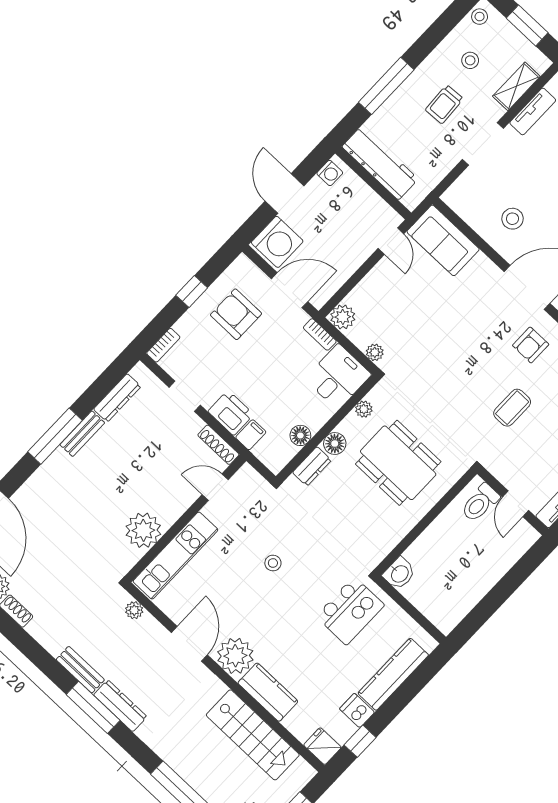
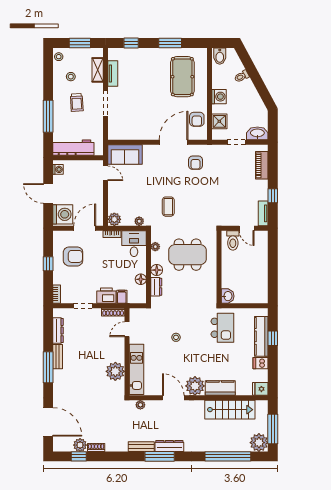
stool: (512, 219) -> (143, 121), removed
armchair: (236, 314) -> (73, 256), turned 180
coffee table: (512, 408) -> (168, 207), moved
window: (360, 741) -> (273, 338), moved

